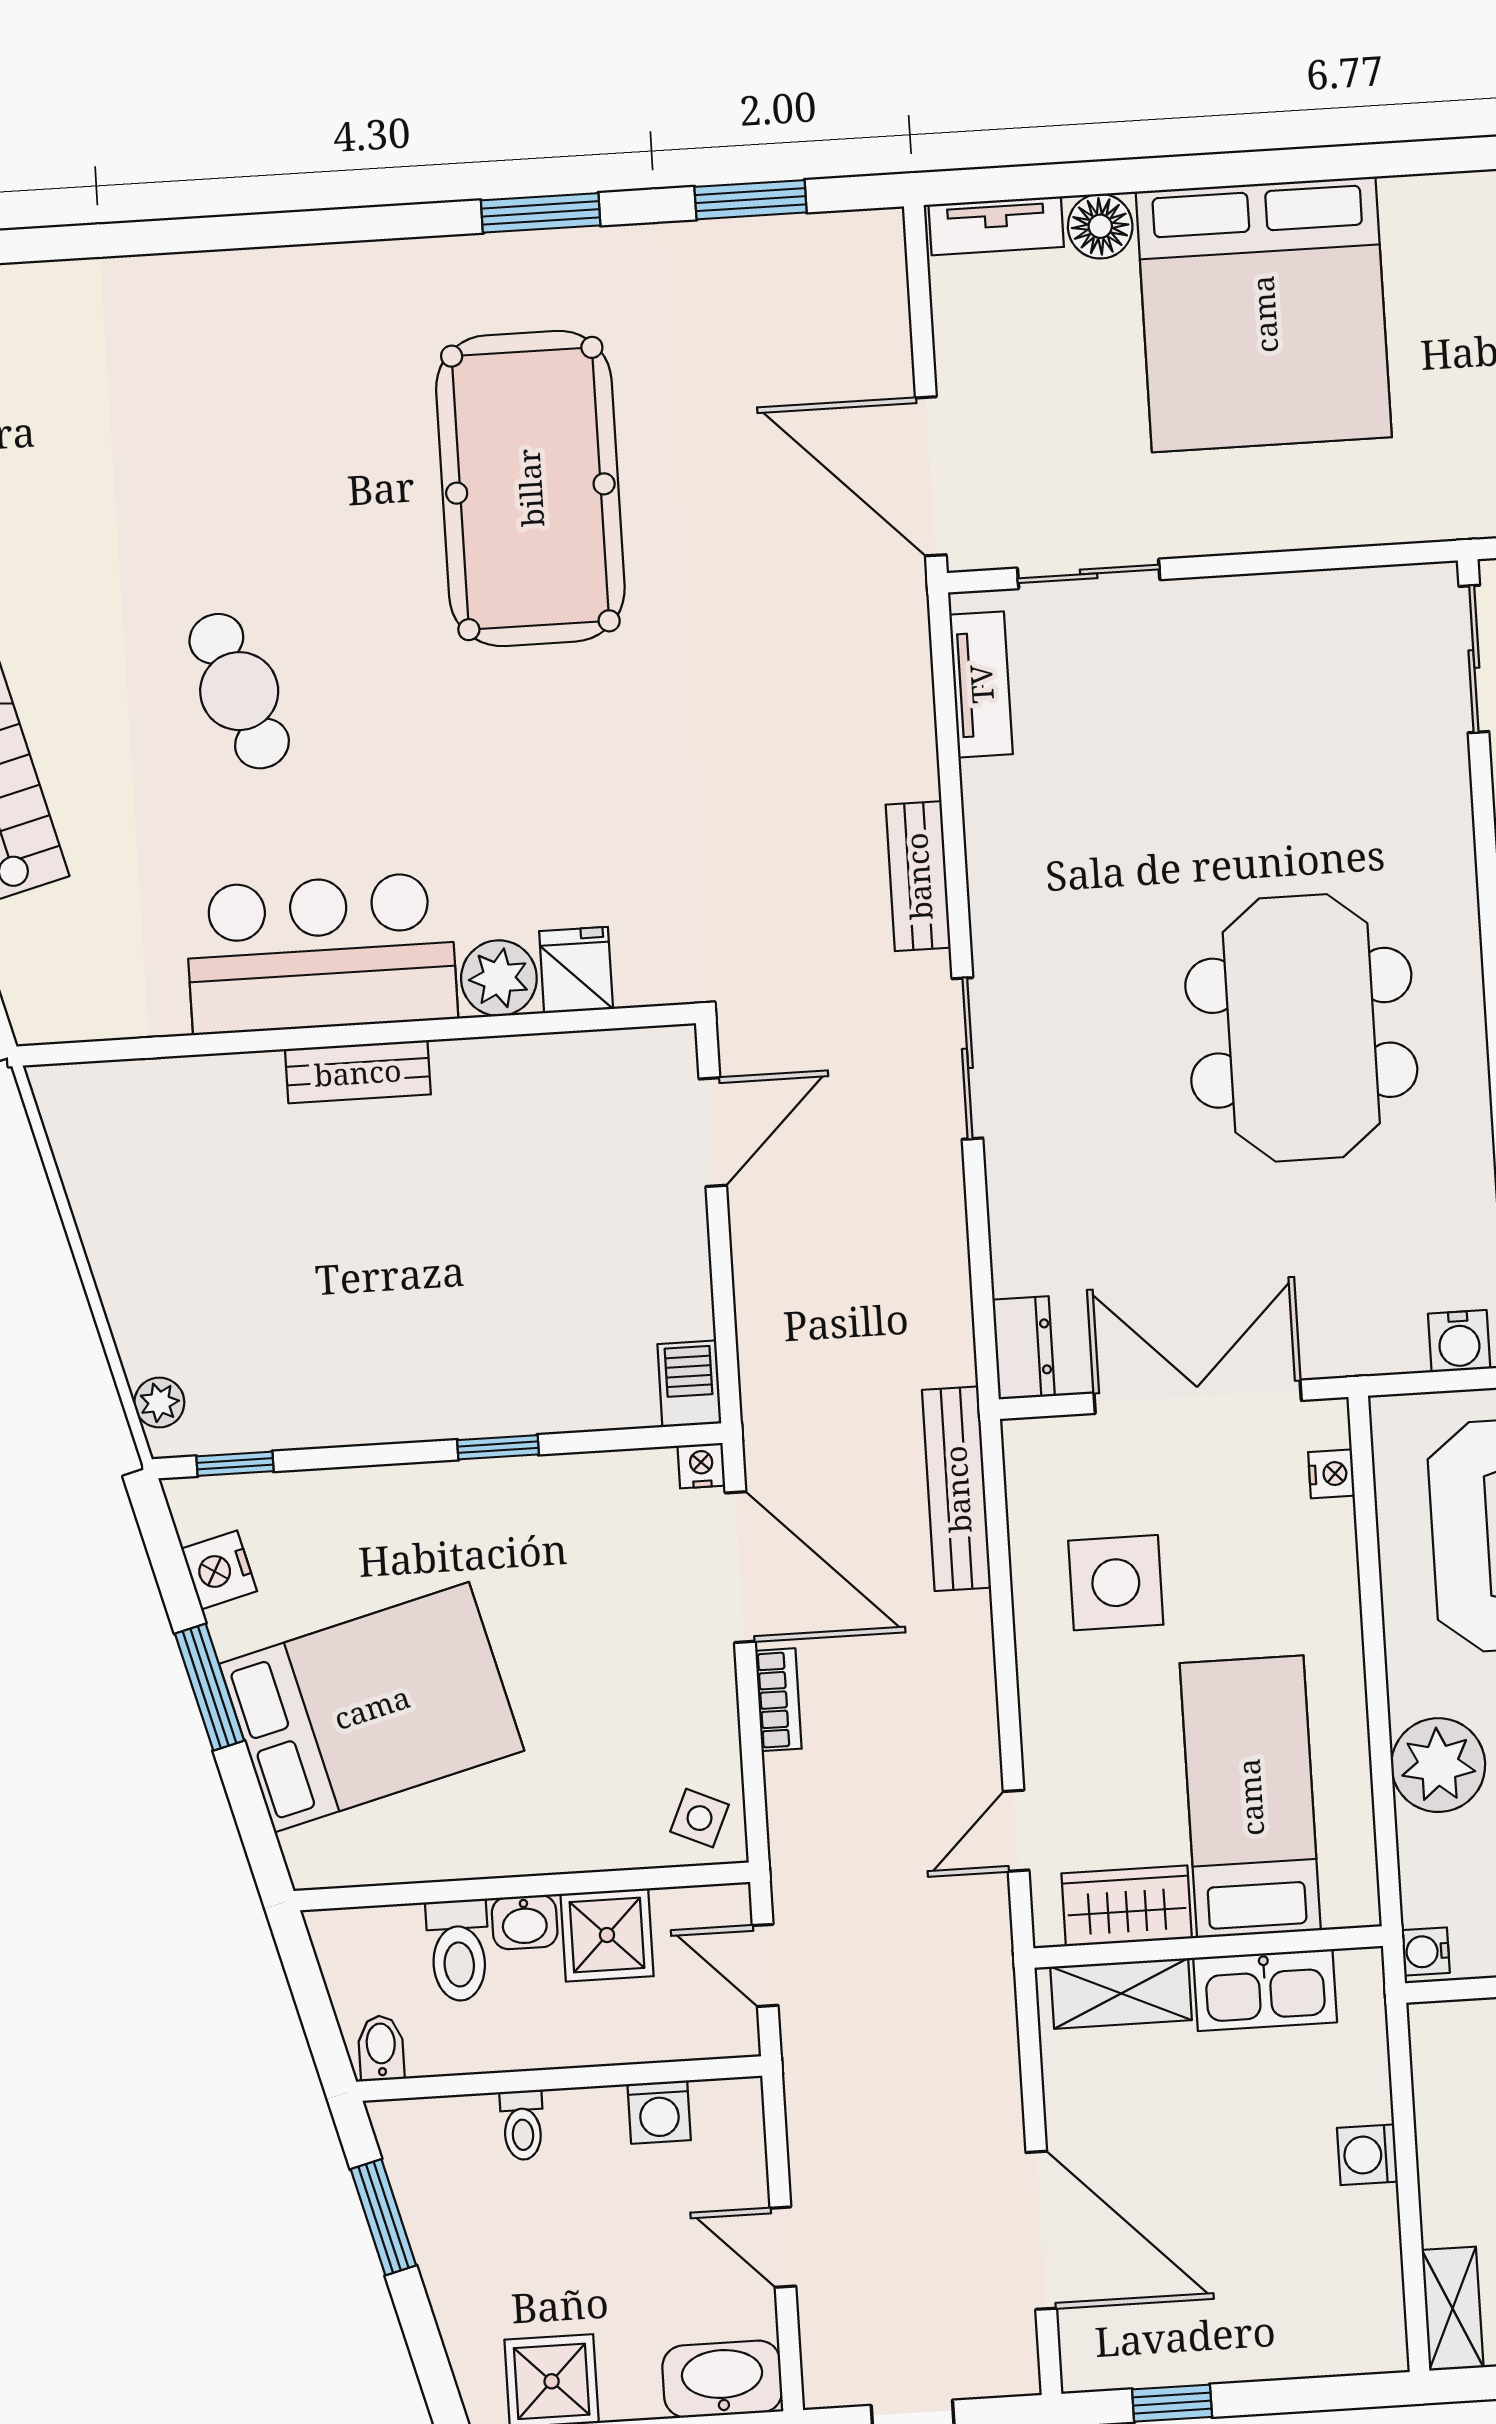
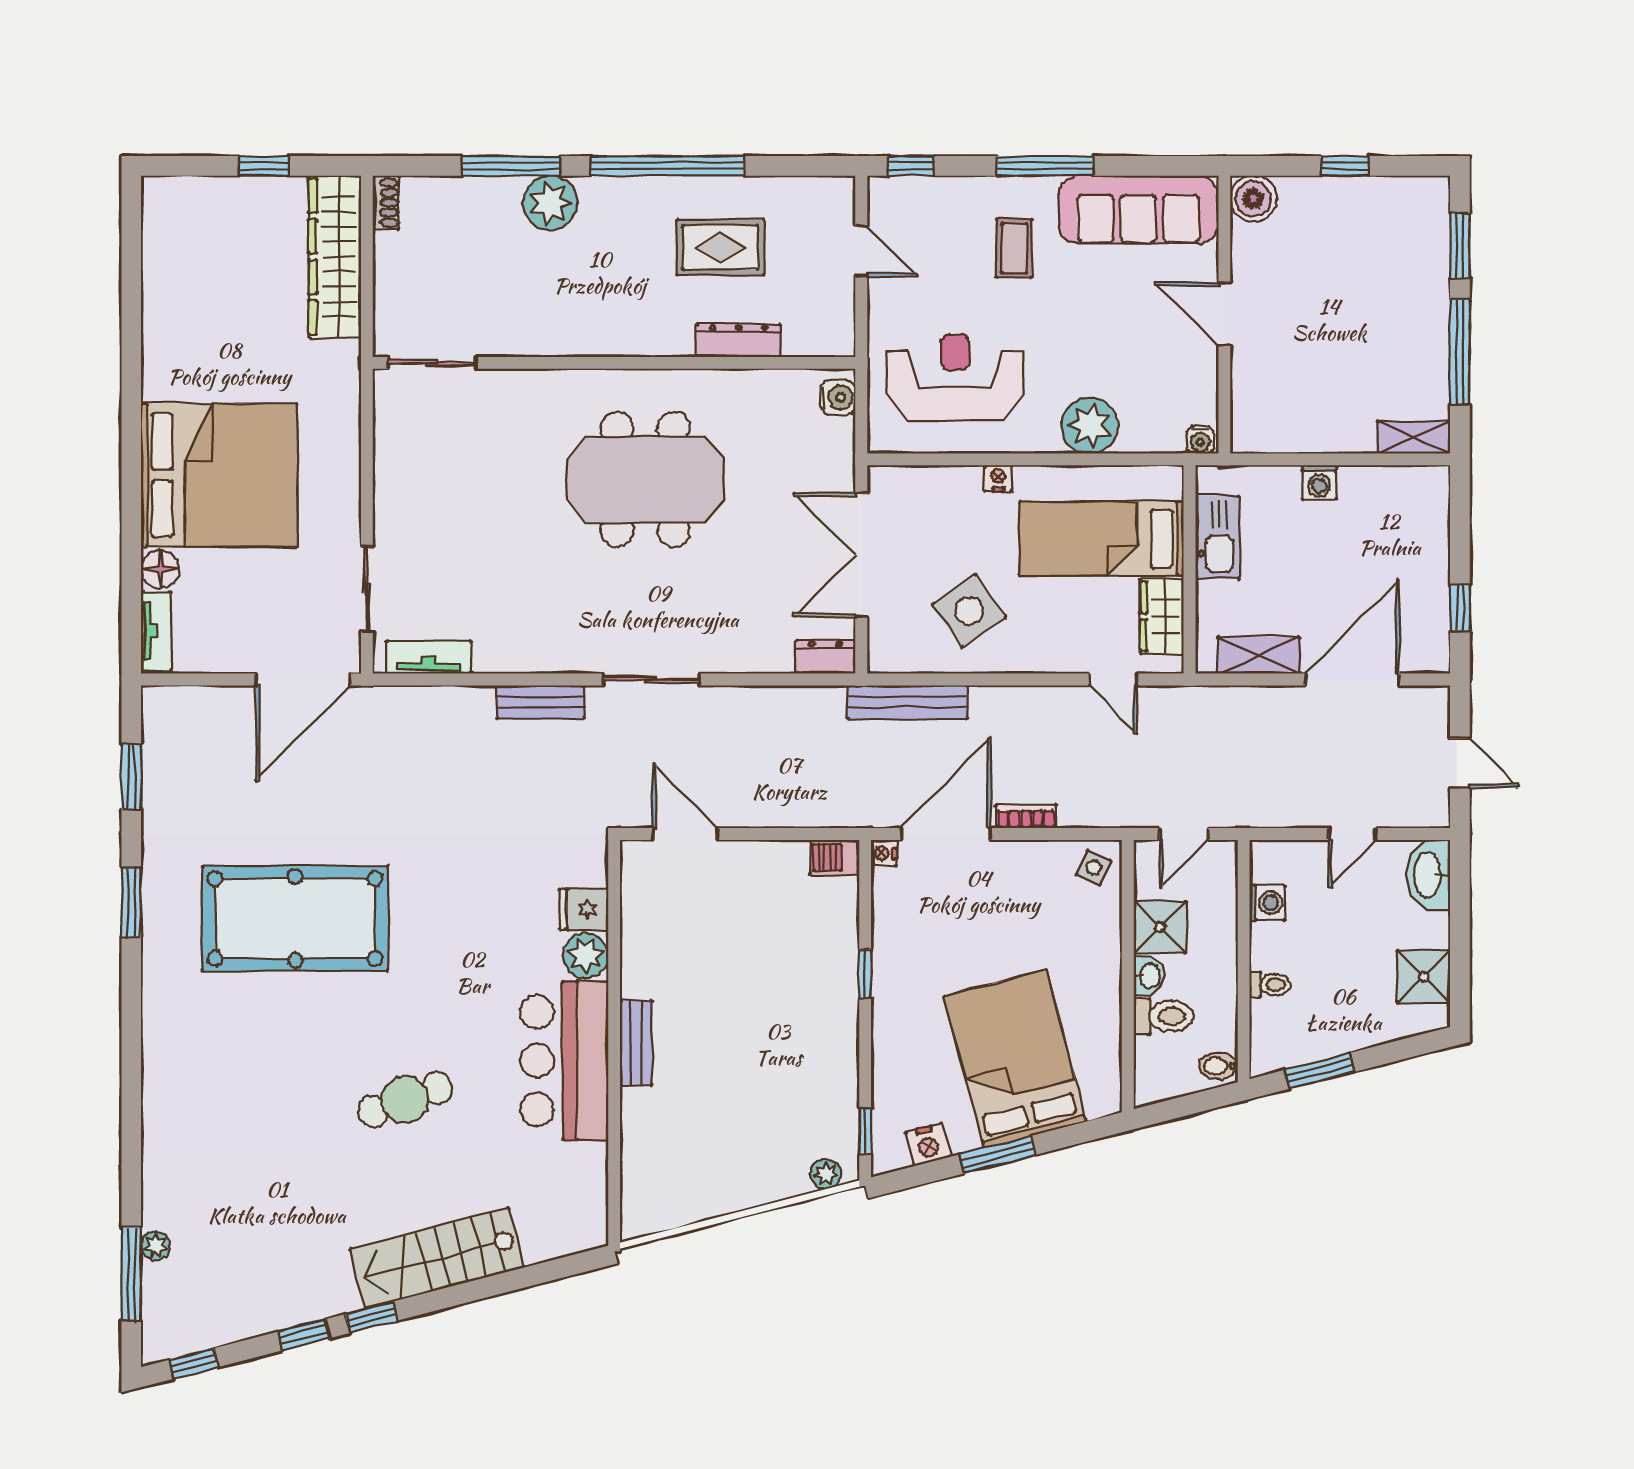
nightstand: (1331, 1474) -> (998, 478), moved
side table: (1116, 1583) -> (969, 611), turned -35
shelving: (1121, 1993) -> (1259, 655), moved, turned 90

